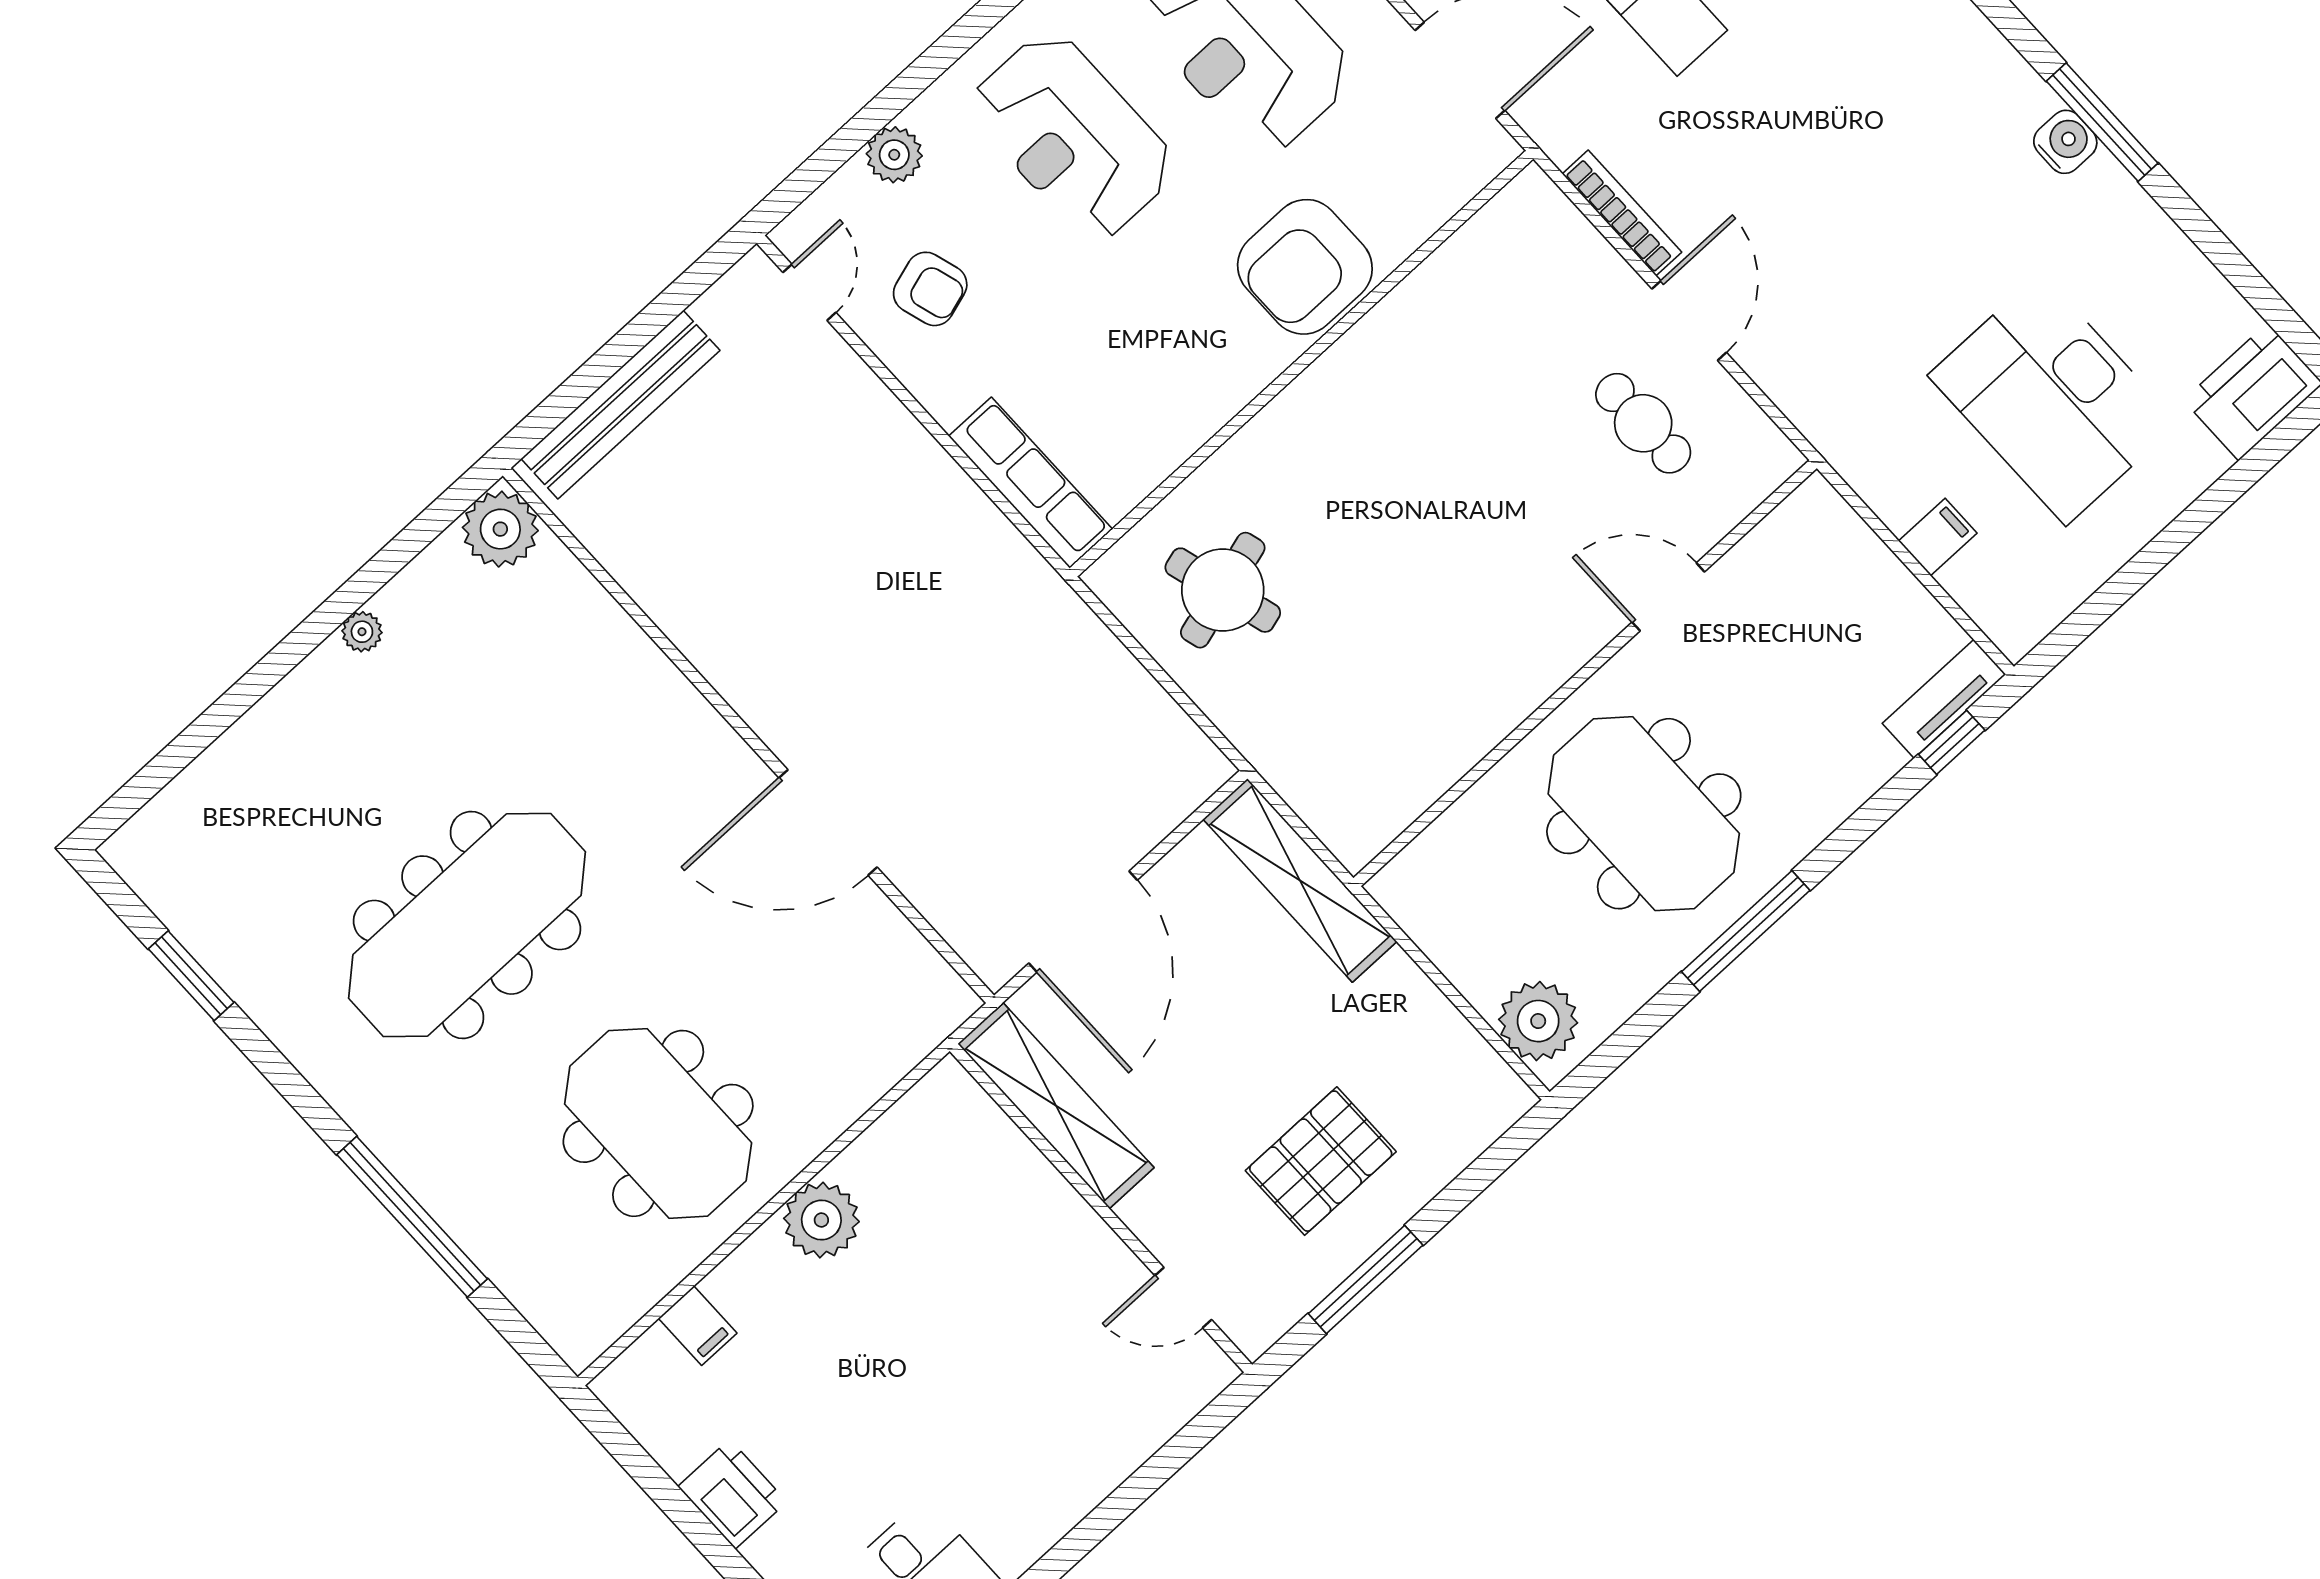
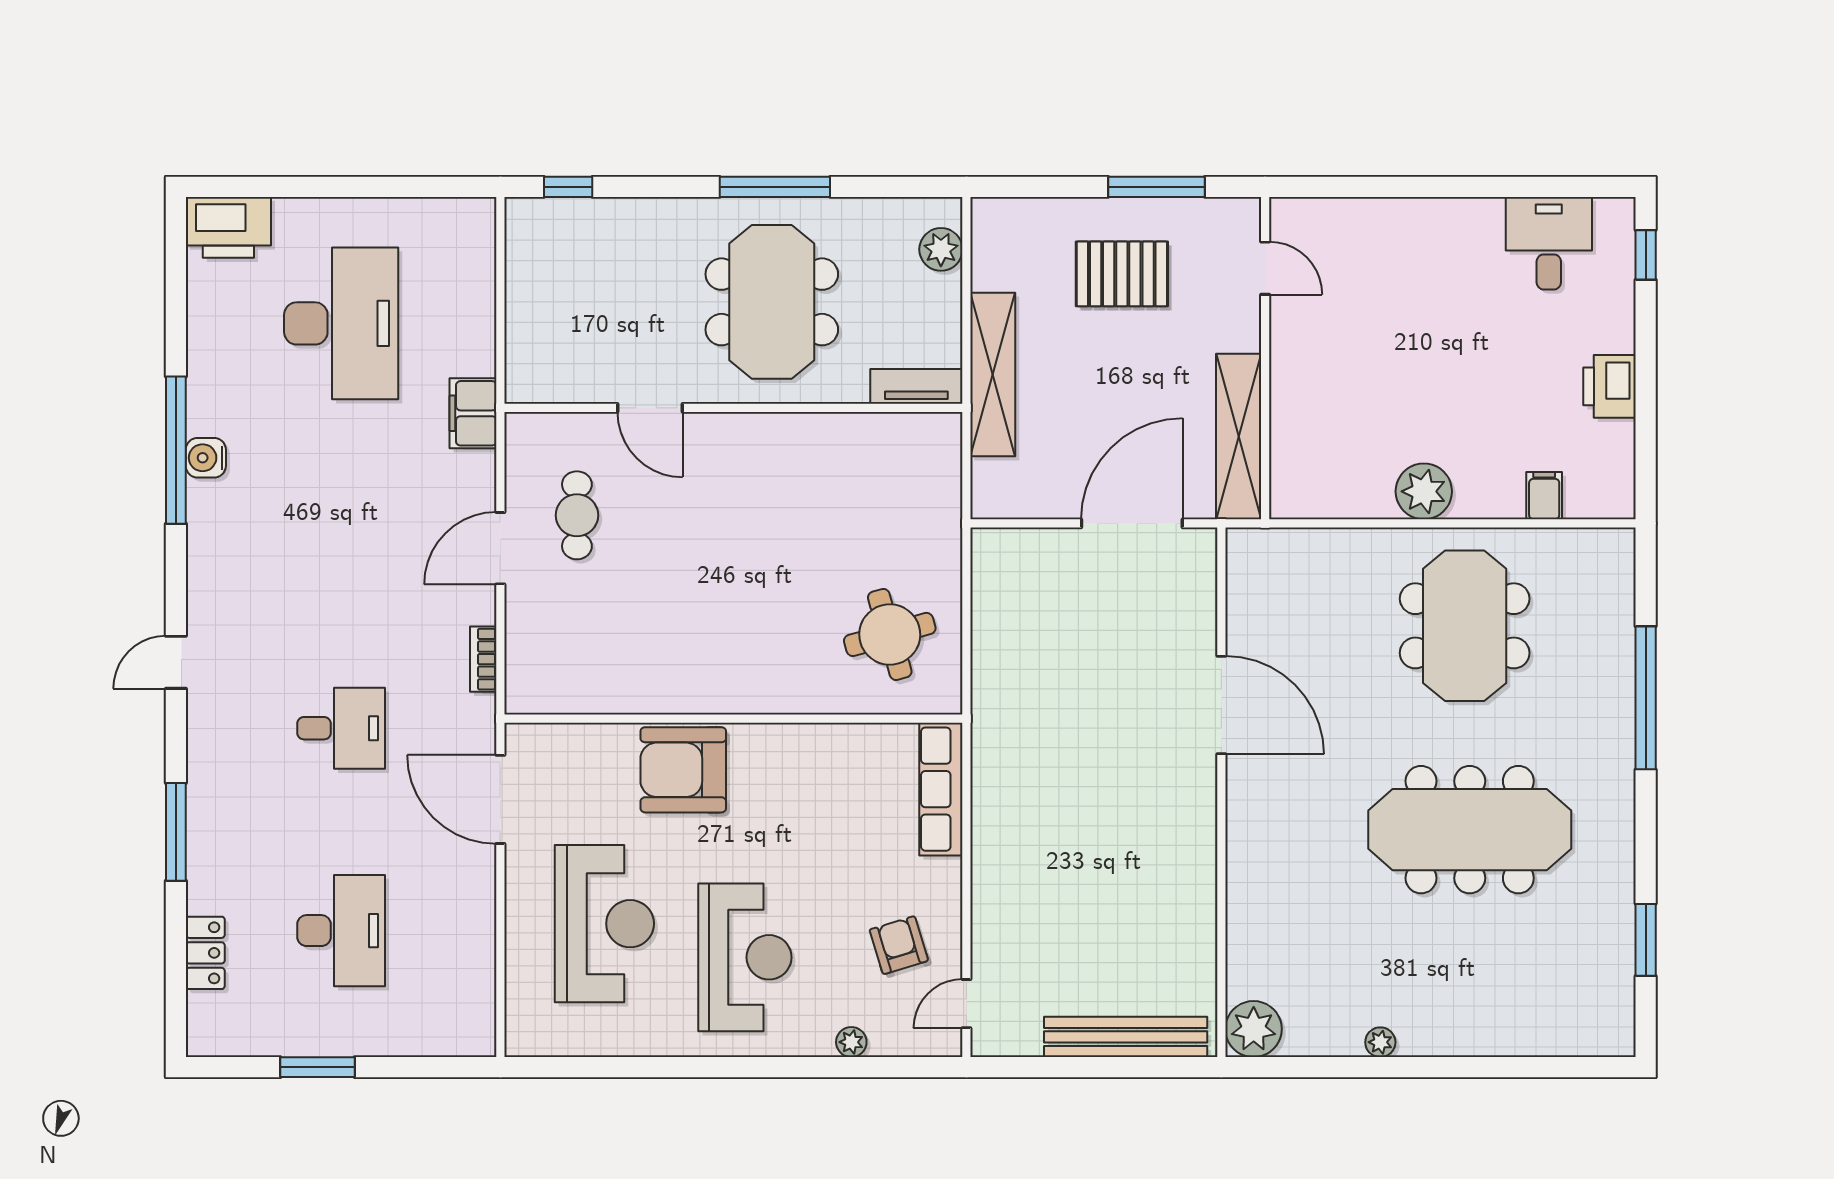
window: (2102, 122) -> (176, 450), width x1.46
plant: (894, 155) -> (851, 1042), width x0.73, depth x0.73
bookcase: (1622, 213) -> (483, 659), width x0.64
armchair: (1305, 267) -> (683, 770), turned 180
filing cabinet: (1938, 537) -> (473, 413), moved, width x2.00
tv unit: (1944, 699) -> (916, 386), moved, turned 180
shelving: (1300, 880) -> (993, 374), moved
plant: (1538, 1021) -> (941, 249), width x0.73, depth x0.73

